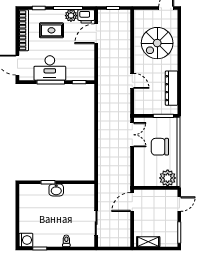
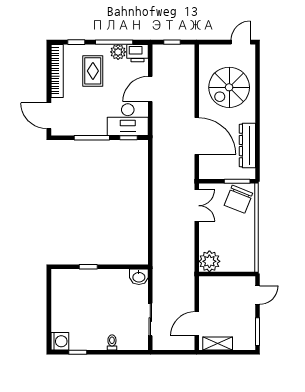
rug: (51, 30) -> (93, 71), turned 90
door: (96, 34) -> (150, 89), moved
desk: (50, 68) -> (128, 120), moved
door: (132, 81) -> (197, 136), width x1.87
chair: (160, 147) -> (238, 199), moved, turned -68
plant: (168, 178) -> (209, 261), moved
washbasin: (56, 190) -> (139, 277), moved
door: (132, 202) -> (197, 324), moved

